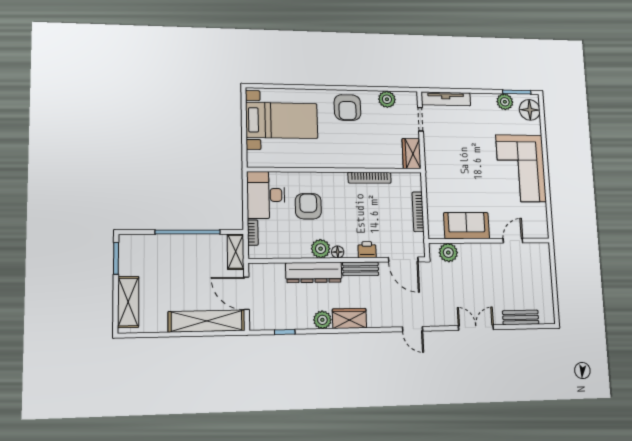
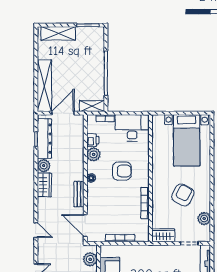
armchair: (347, 108) -> (183, 195), moved, turned 117
armchair: (308, 206) -> (122, 171), moved
plant: (321, 249) -> (94, 154), moved
printer: (367, 250) -> (93, 140), moved
door: (403, 260) -> (85, 226), hinge flipped
dresser: (314, 272) -> (44, 139), moved, turned 180
door: (413, 329) -> (36, 230), swing flipped

